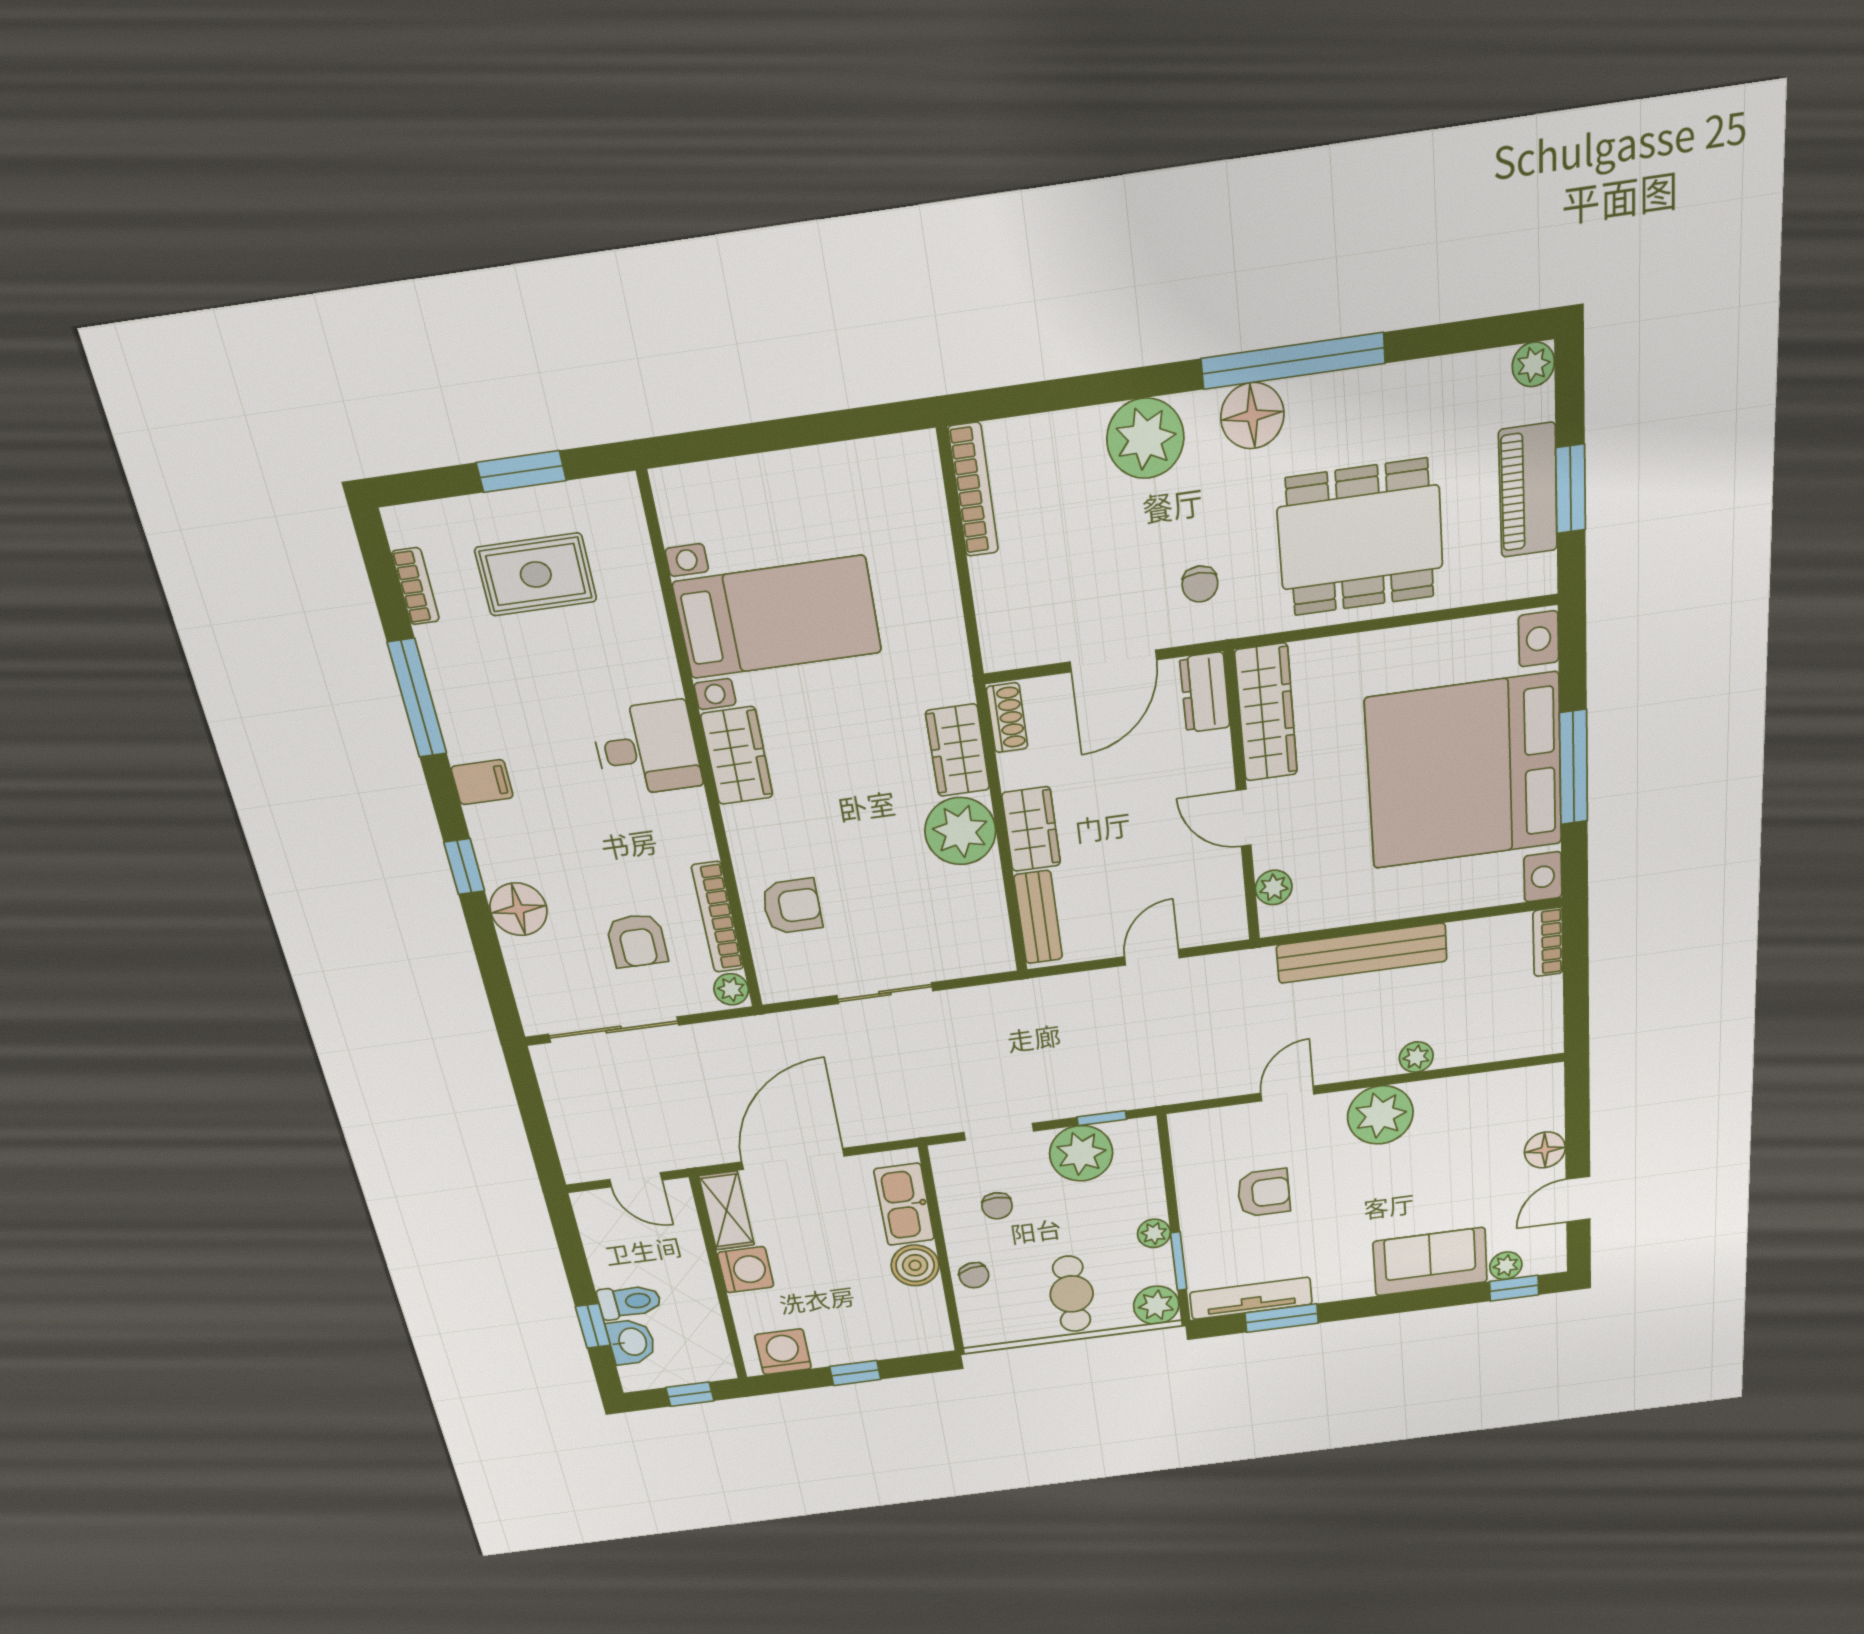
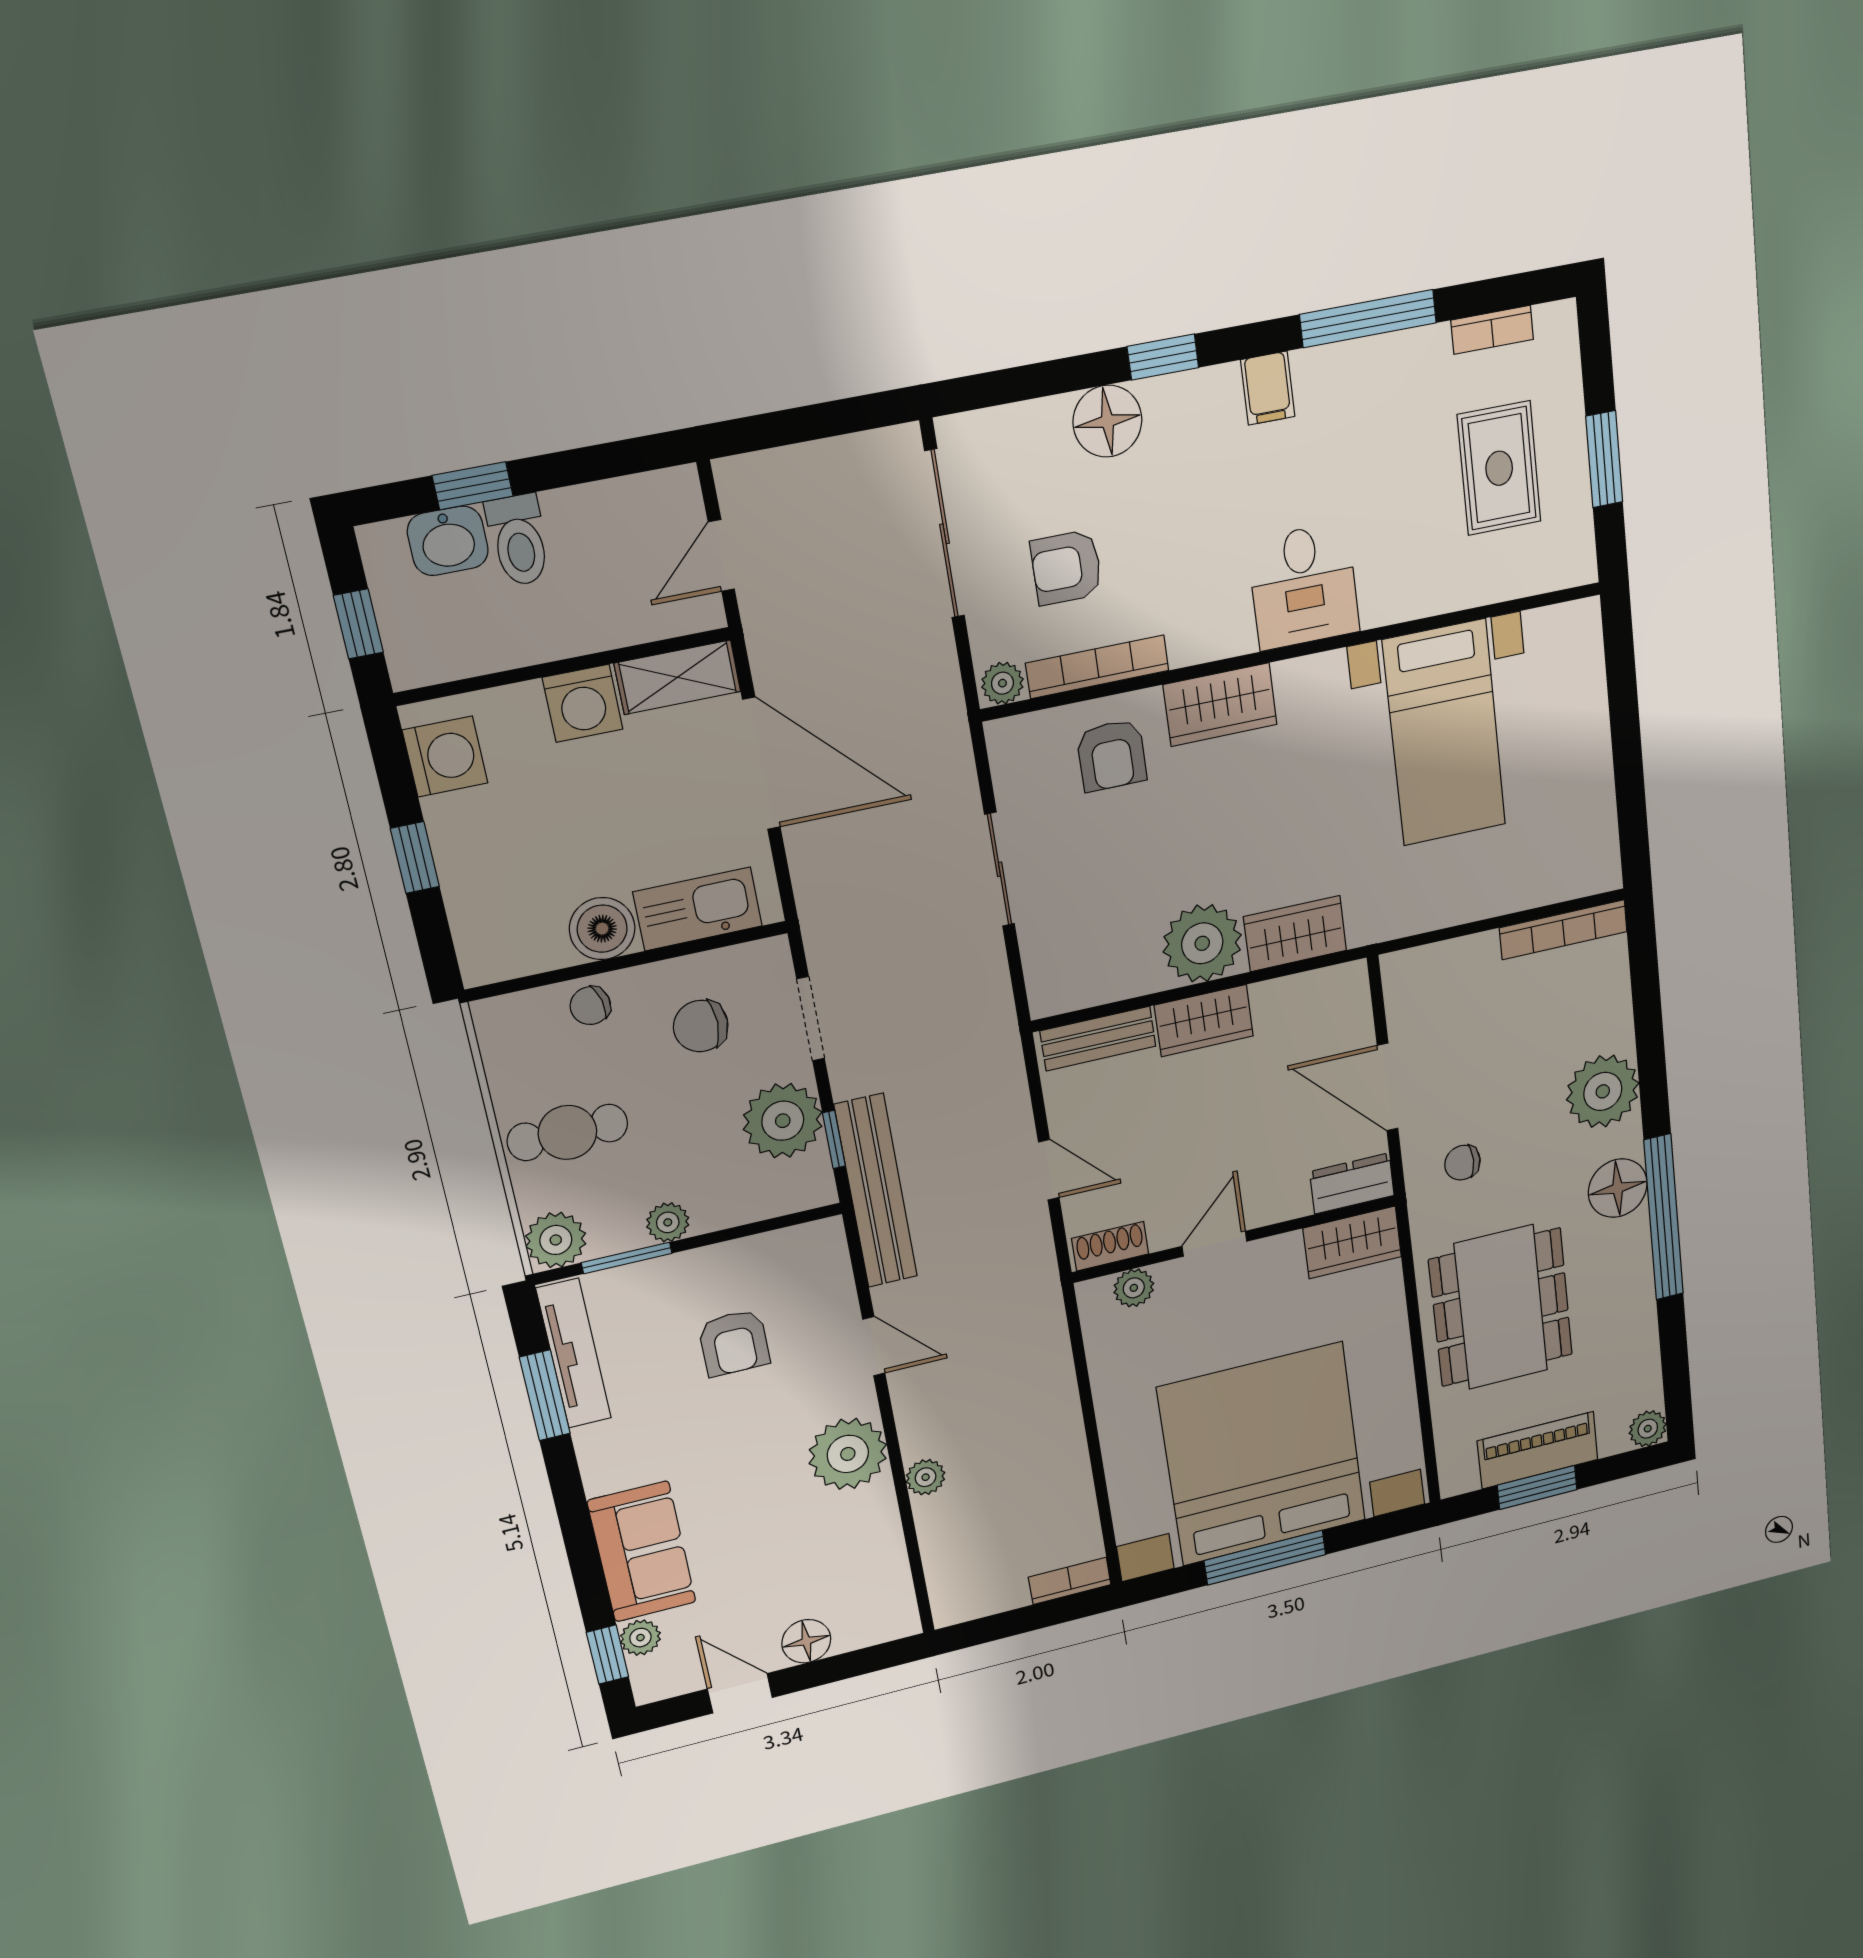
wardrobe: (1266, 713) -> (1352, 1242), width x0.67
shoe rack: (1007, 718) -> (1110, 1246), moved, turned 180
wardrobe: (737, 756) -> (1220, 705), moved
bench: (1362, 953) -> (876, 1191), moved
chair: (997, 1206) -> (701, 1026), width x1.37, depth x1.37

